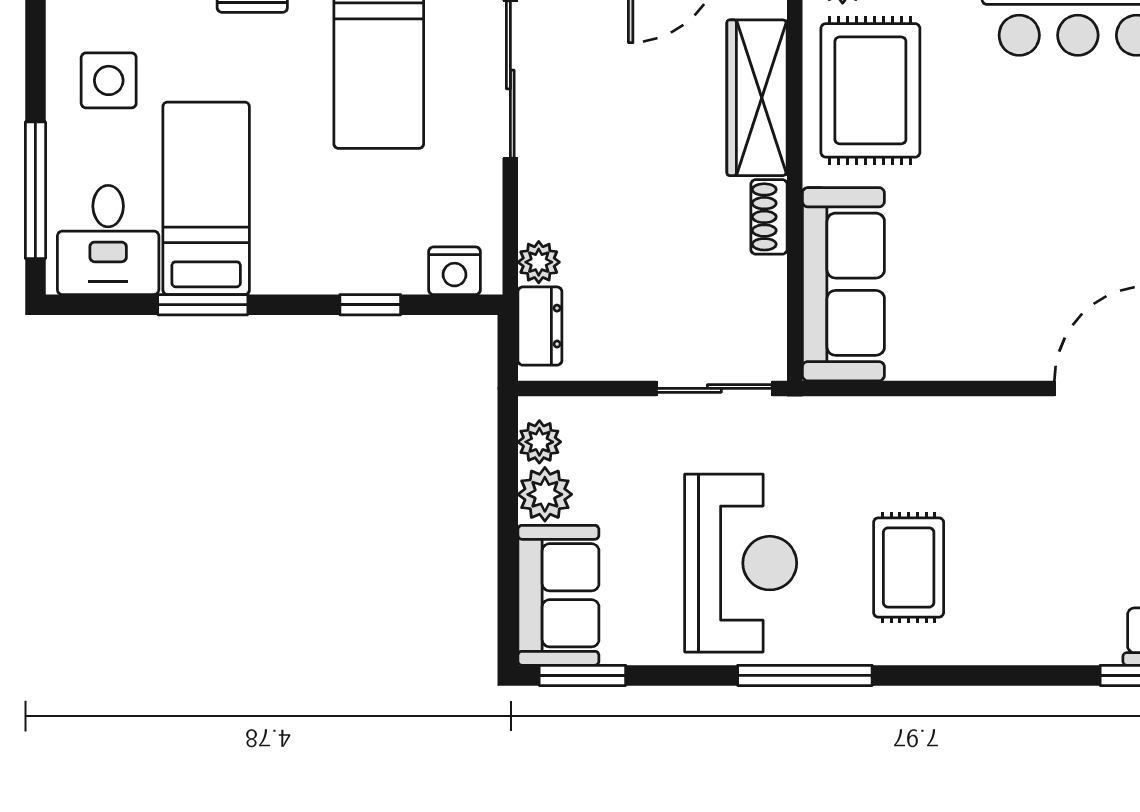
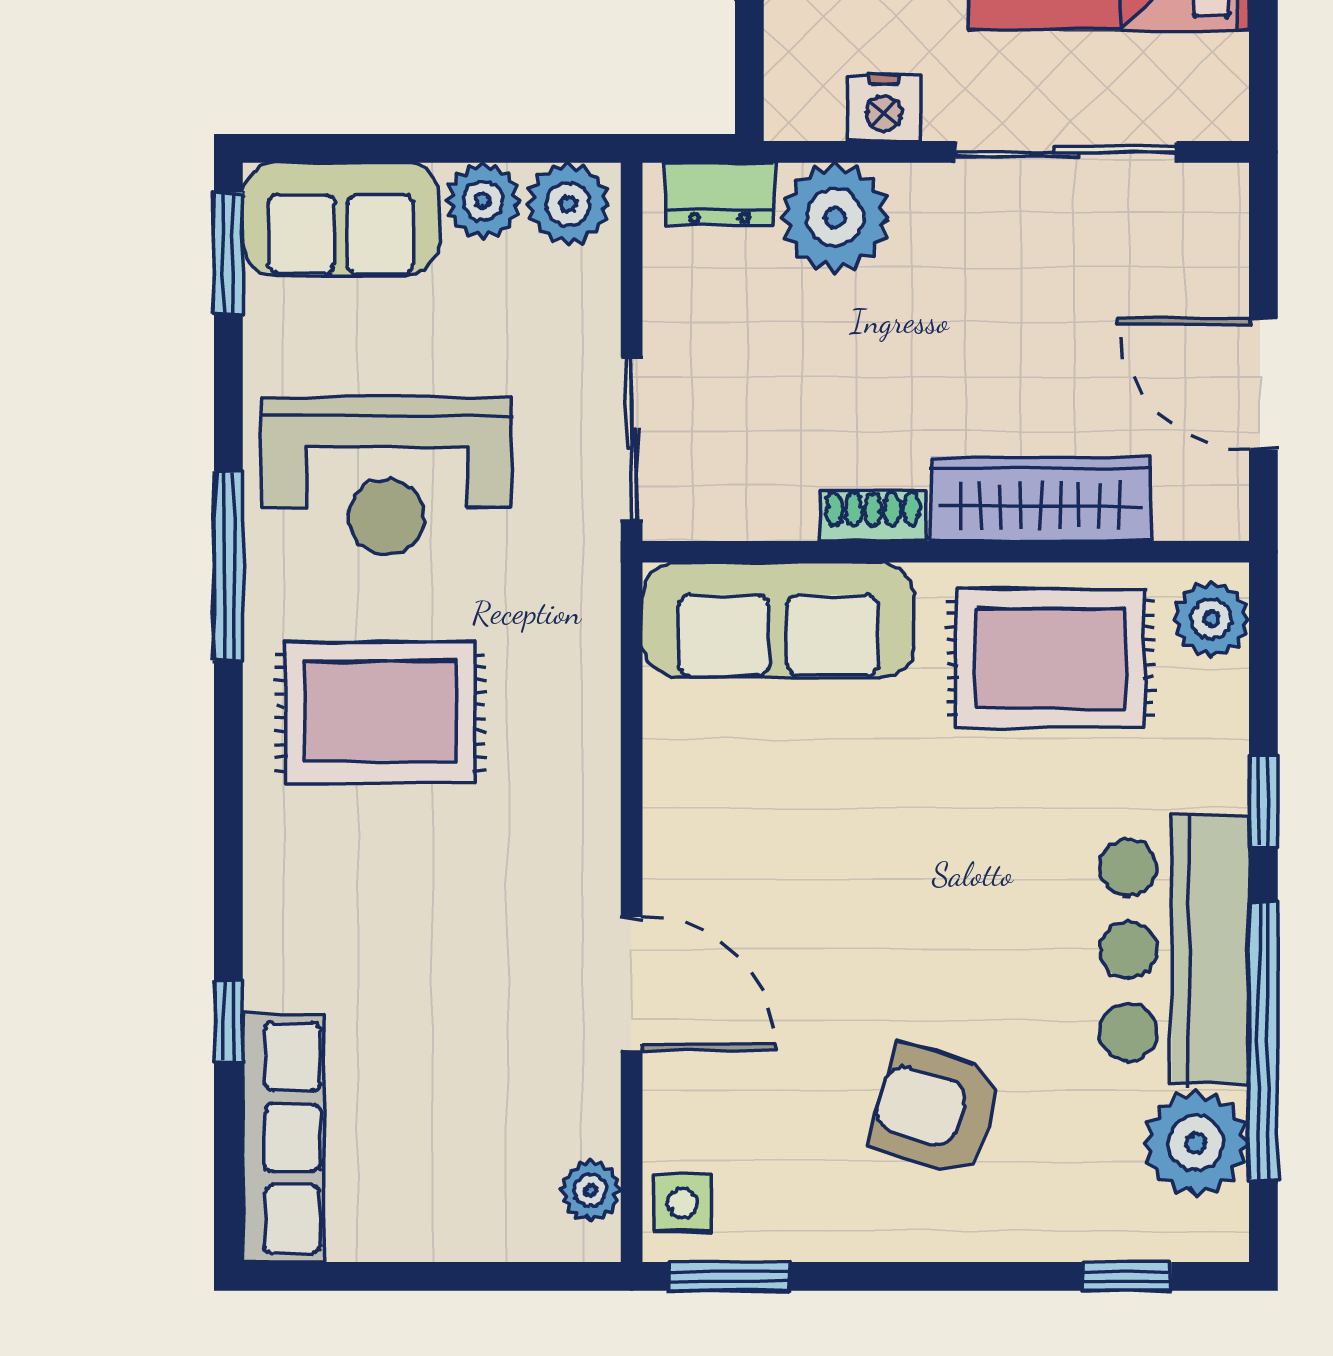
plant: (539, 262) -> (835, 218), width x1.88, depth x1.88
nightstand: (455, 271) -> (884, 108), moved, turned -90
plant: (539, 442) -> (568, 204), width x1.38, depth x1.38
rug: (909, 567) -> (380, 712), width x1.36, depth x1.43

